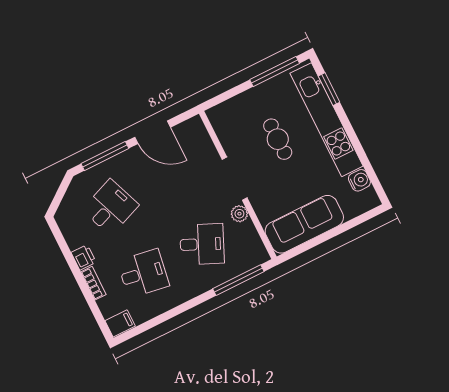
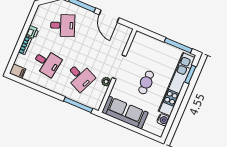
cafe table: (278, 139) -> (146, 82), moved

